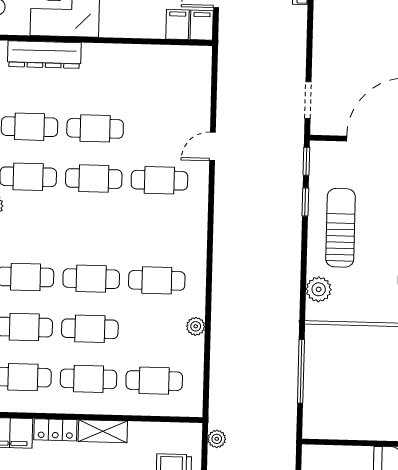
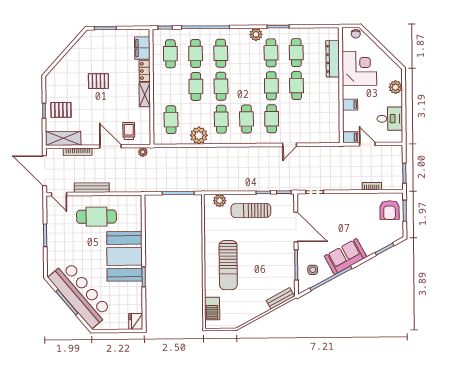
filing cabinet: (177, 24) -> (350, 105), moved
door: (213, 146) -> (290, 145), swing flipped
sun lounger: (341, 228) -> (251, 210), turned 180
plant: (196, 326) -> (199, 135), width x1.88, depth x1.88
cafe table: (89, 379) -> (246, 119), moved

